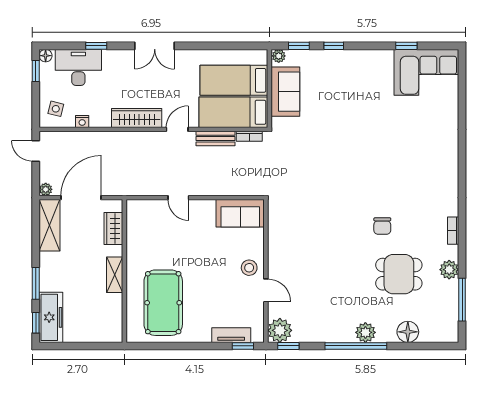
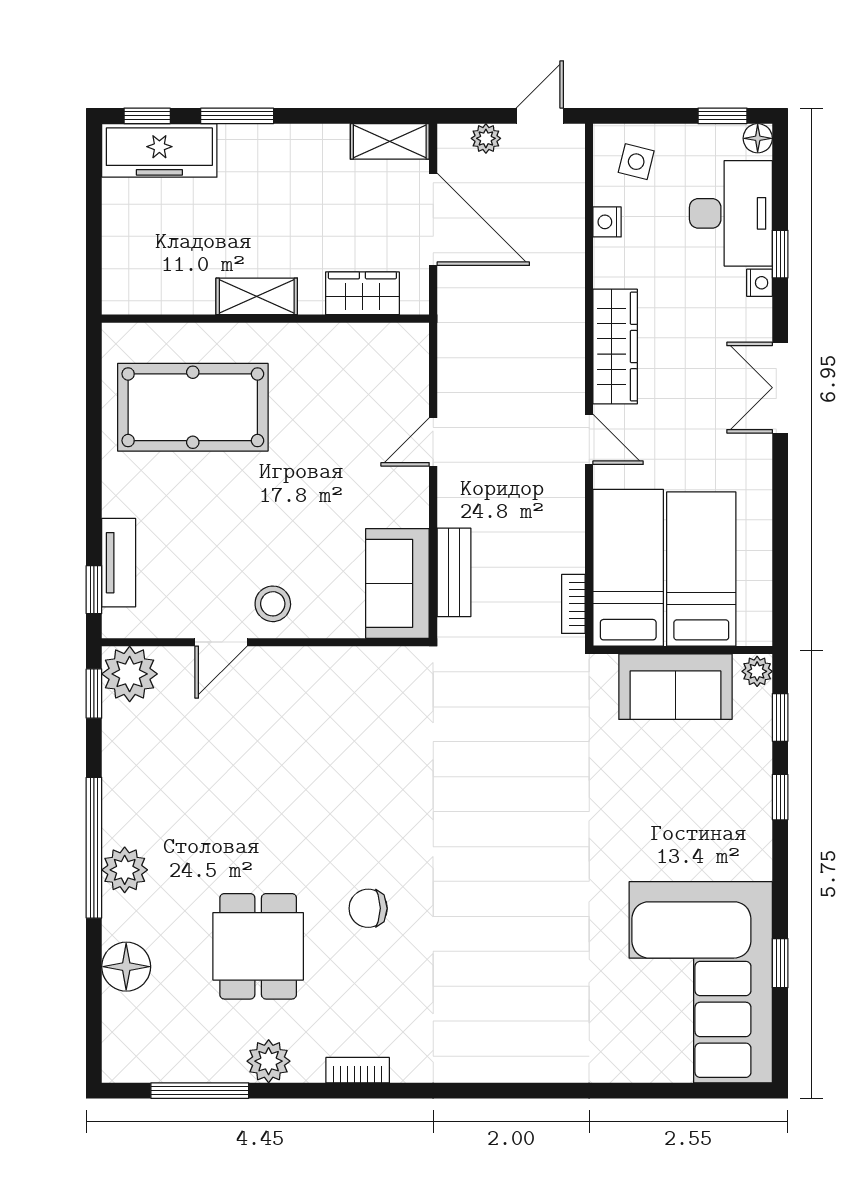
nightstand: (109, 55) -> (760, 283), added
corner sofa: (426, 72) -> (701, 982), width x1.36, depth x1.36
bench: (216, 139) -> (454, 572), moved
plant: (46, 189) -> (486, 138), moved
shelving: (50, 225) -> (390, 141), width x0.67, depth x0.75

